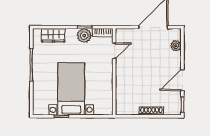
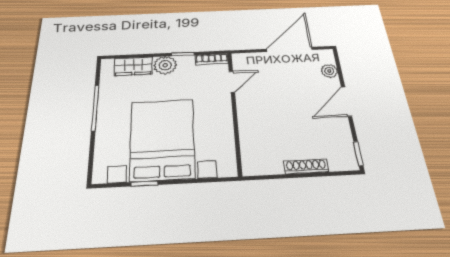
plant: (84, 36) -> (165, 65), moved
door: (182, 80) -> (346, 101), moved
bed with nightstands: (71, 89) -> (162, 139), width x1.36

